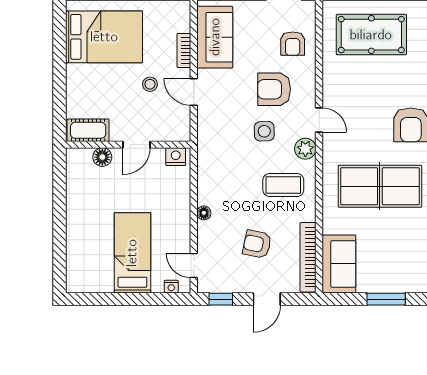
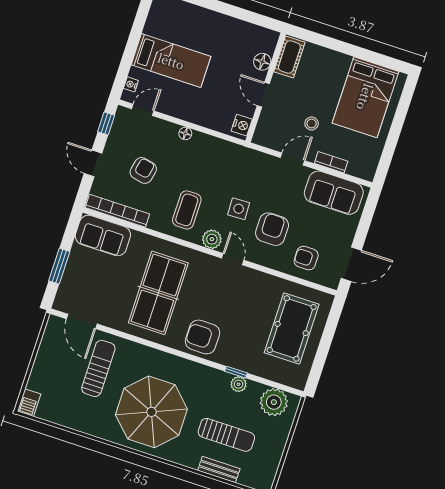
door: (319, 120) -> (233, 259), swing flipped

